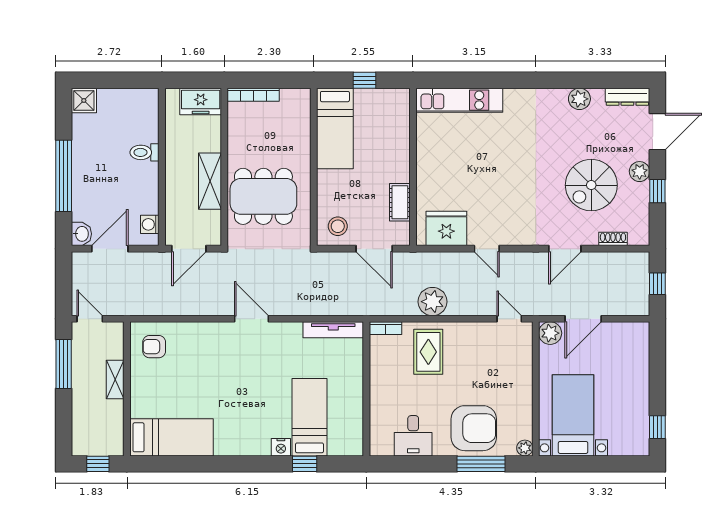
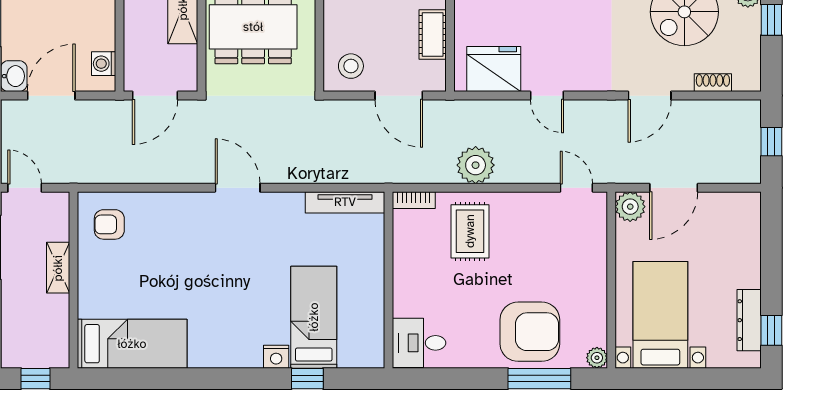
dresser: (640, 419) -> (749, 320), added
desk: (413, 436) -> (419, 343), moved, turned 90

